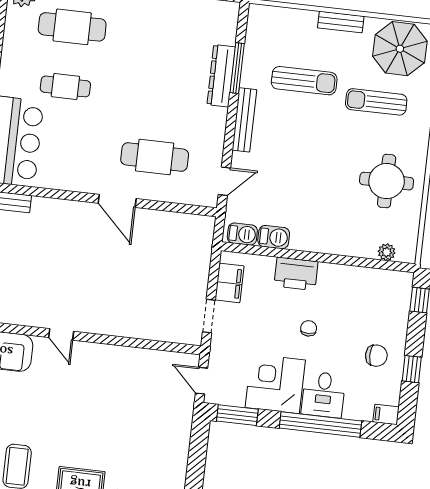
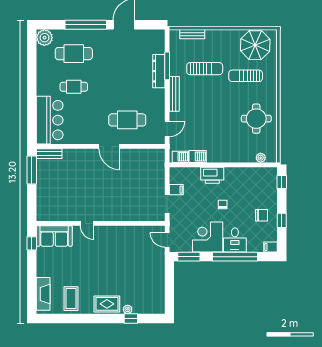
bench: (341, 22) -> (192, 34), moved
filing cabinet: (229, 283) -> (176, 190), width x0.50

